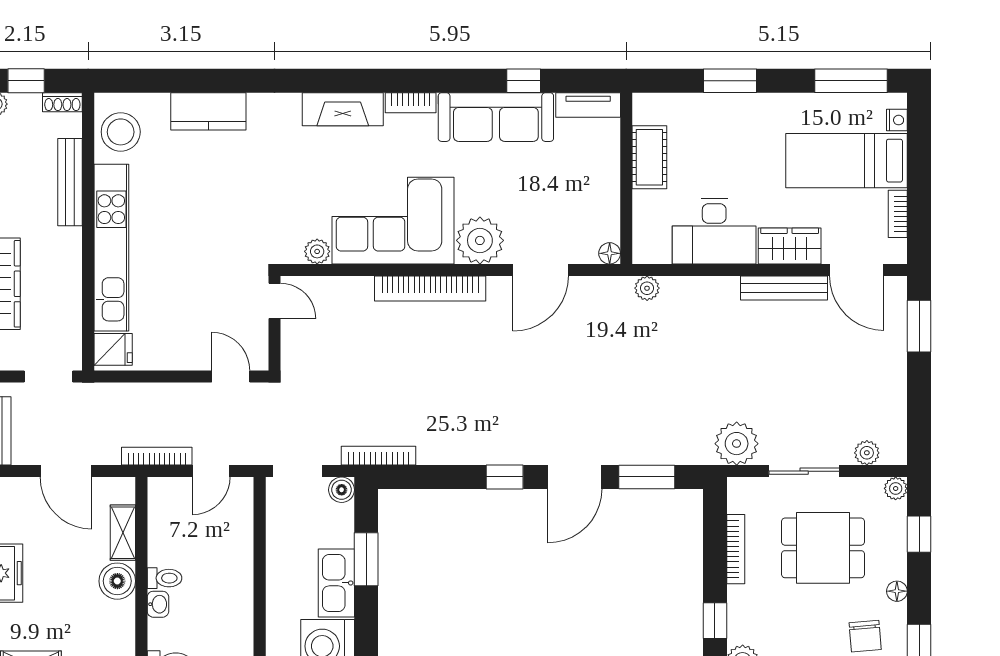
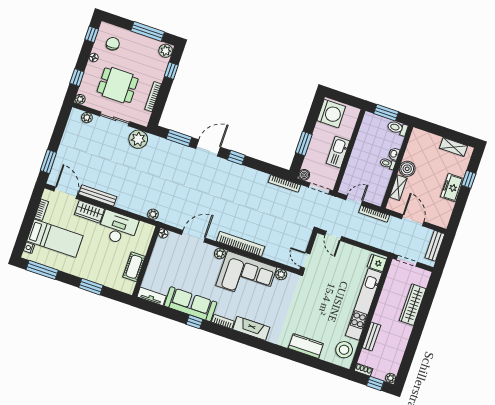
window: (524, 81) -> (194, 322), moved
bench: (70, 182) -> (371, 336), width x0.73
plant: (480, 240) -> (220, 254), width x0.53, depth x0.53
kitchen sink: (336, 583) -> (338, 152), moved, turned 180

